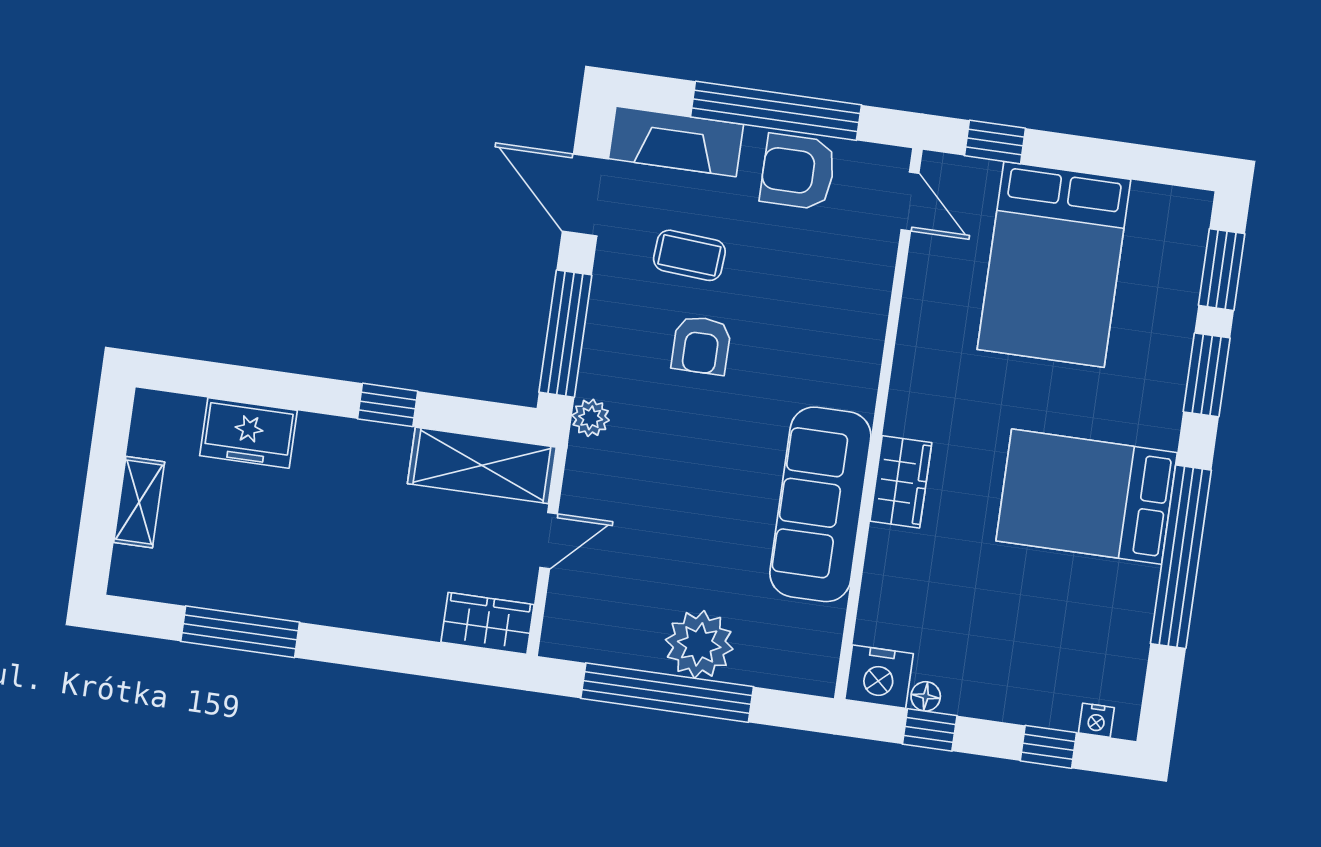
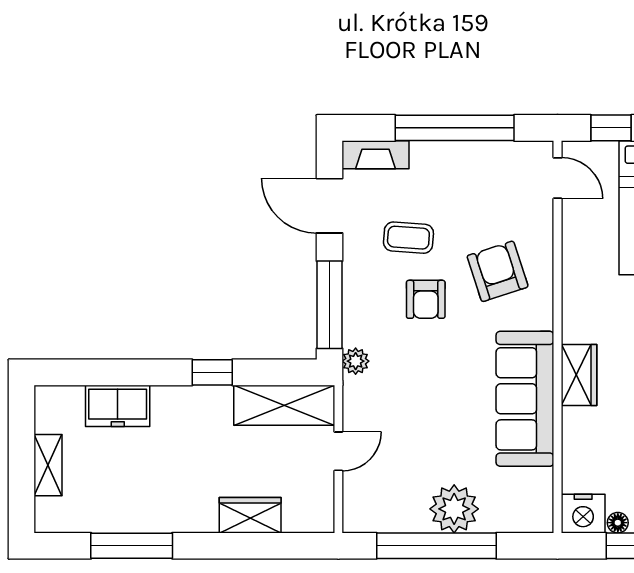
fireplace: (676, 141) -> (375, 155), width x0.73, depth x0.76
armchair: (798, 172) -> (498, 271), moved, turned 72
wardrobe: (487, 623) -> (250, 515), moved

